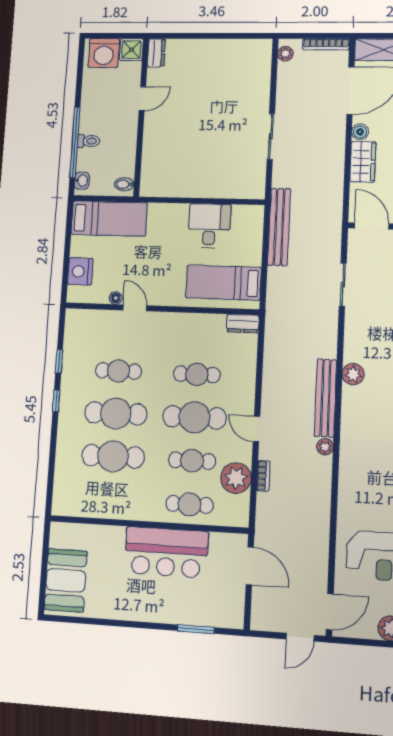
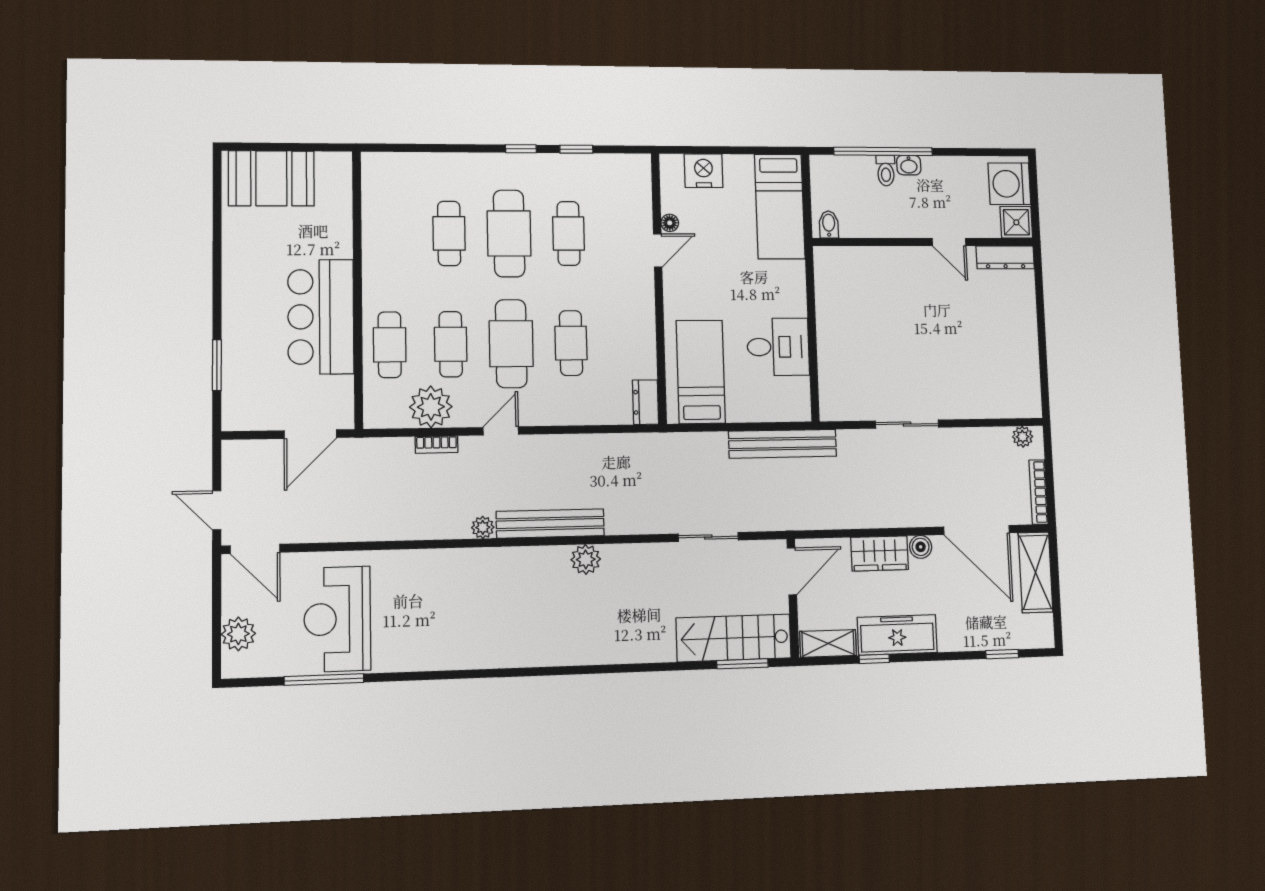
dresser: (156, 53) -> (1005, 257), width x1.44
washbasin: (82, 181) -> (909, 165), moved
cafe table: (113, 456) -> (449, 233), width x0.73, depth x0.74

